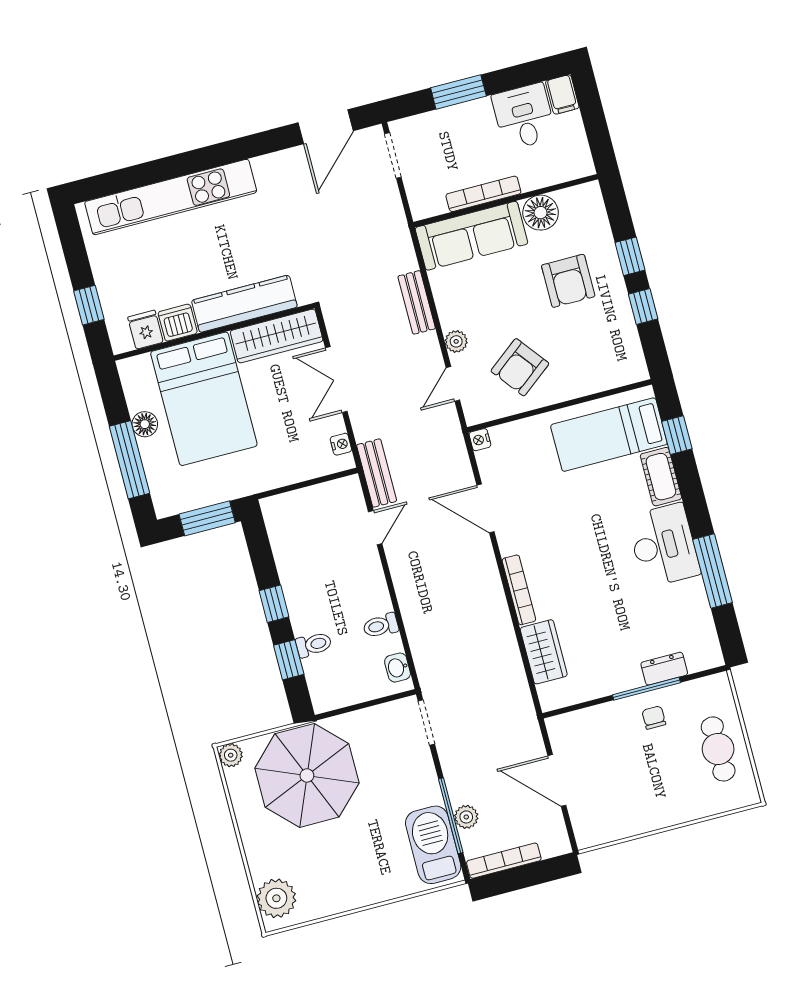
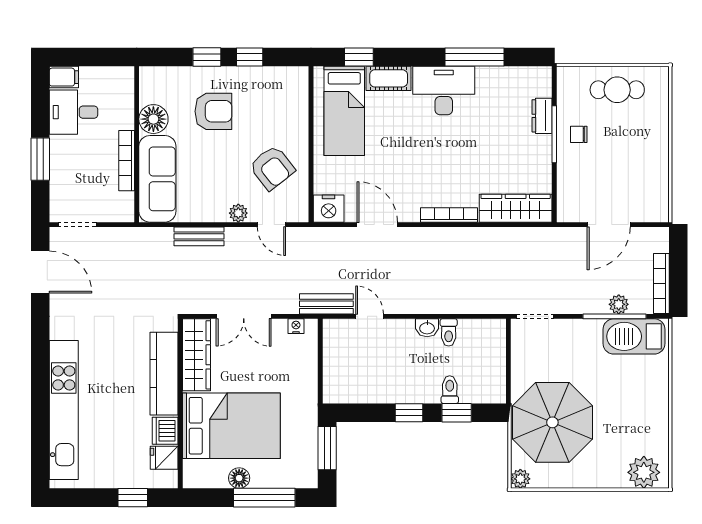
nightstand: (480, 440) -> (329, 209), width x1.89, depth x1.79
door: (486, 508) -> (377, 225), swing flipped
wardrobe: (544, 652) -> (516, 208), width x1.50
washbasin: (398, 668) -> (427, 328), moved

